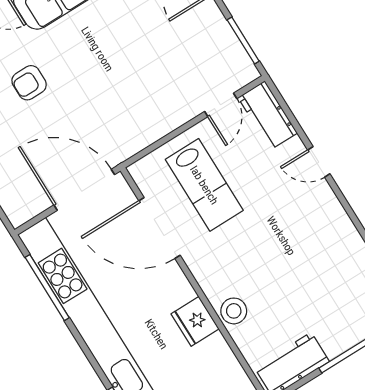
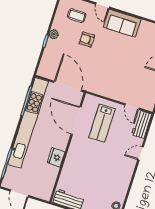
door: (221, 105) -> (132, 107), hinge flipped
door: (319, 162) -> (141, 153), hinge flipped
stool: (234, 311) -> (70, 167), removed

